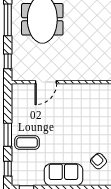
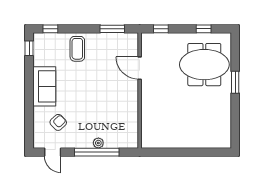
window: (8, 20) -> (204, 29), width x0.46
window: (8, 135) -> (112, 29), moved

